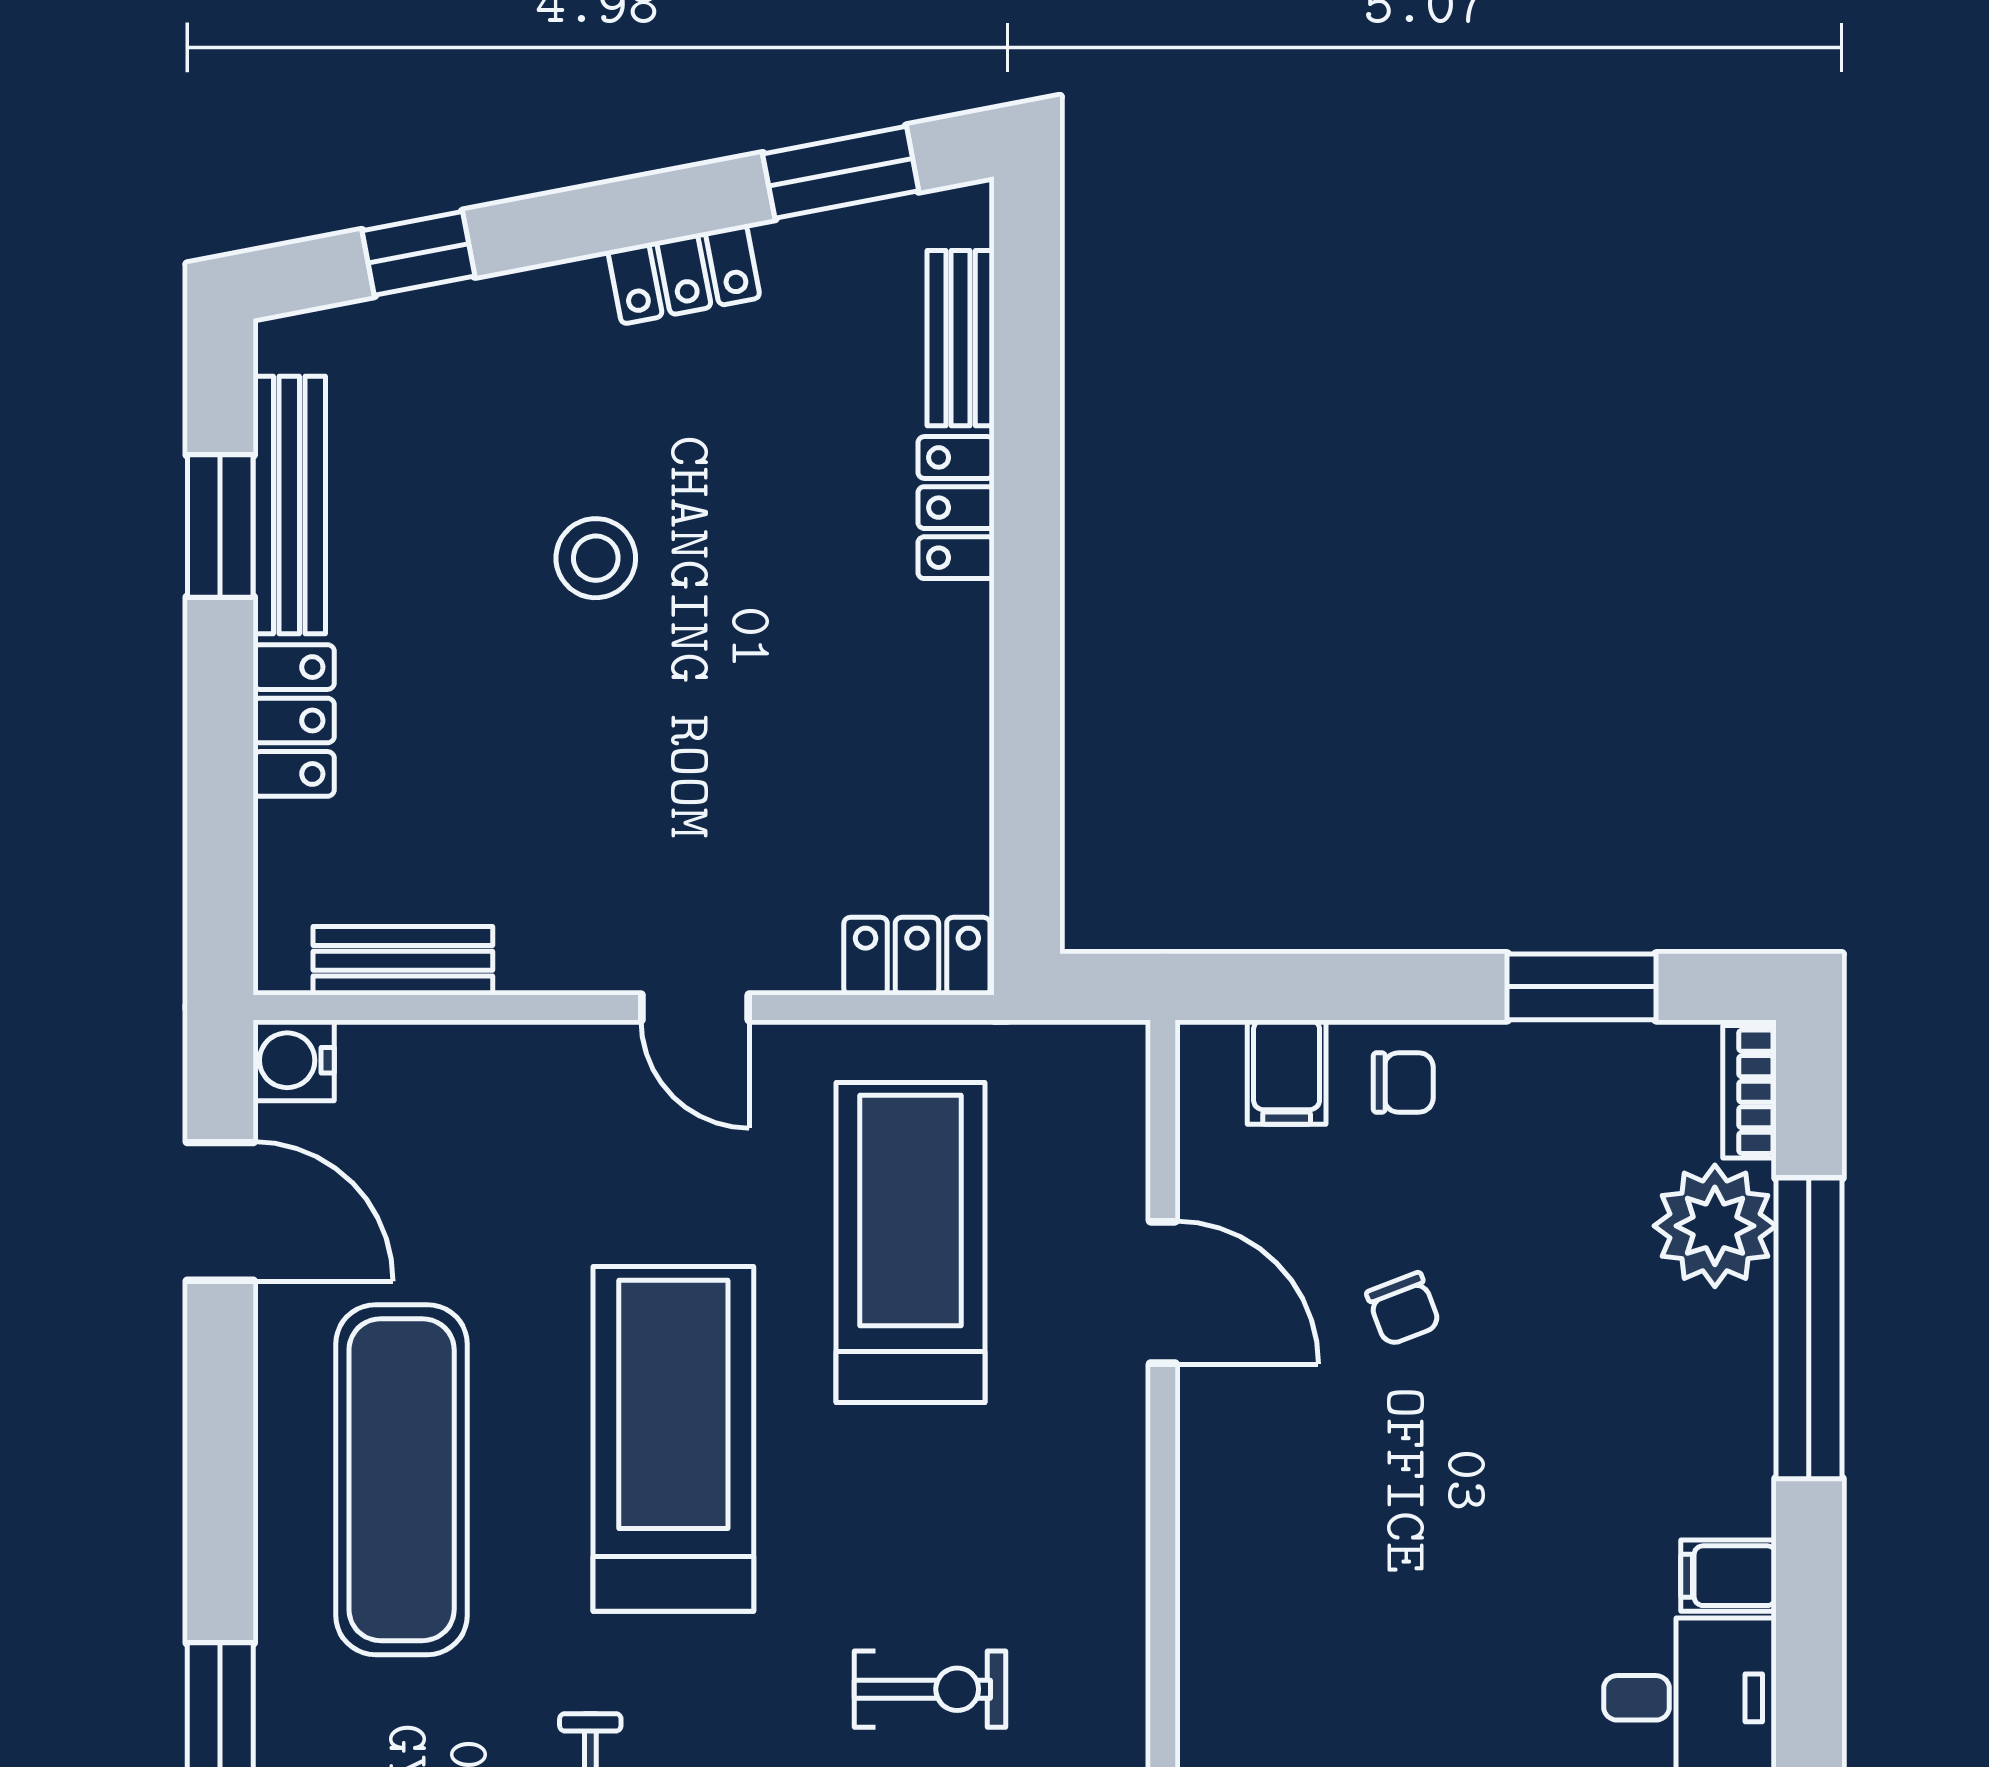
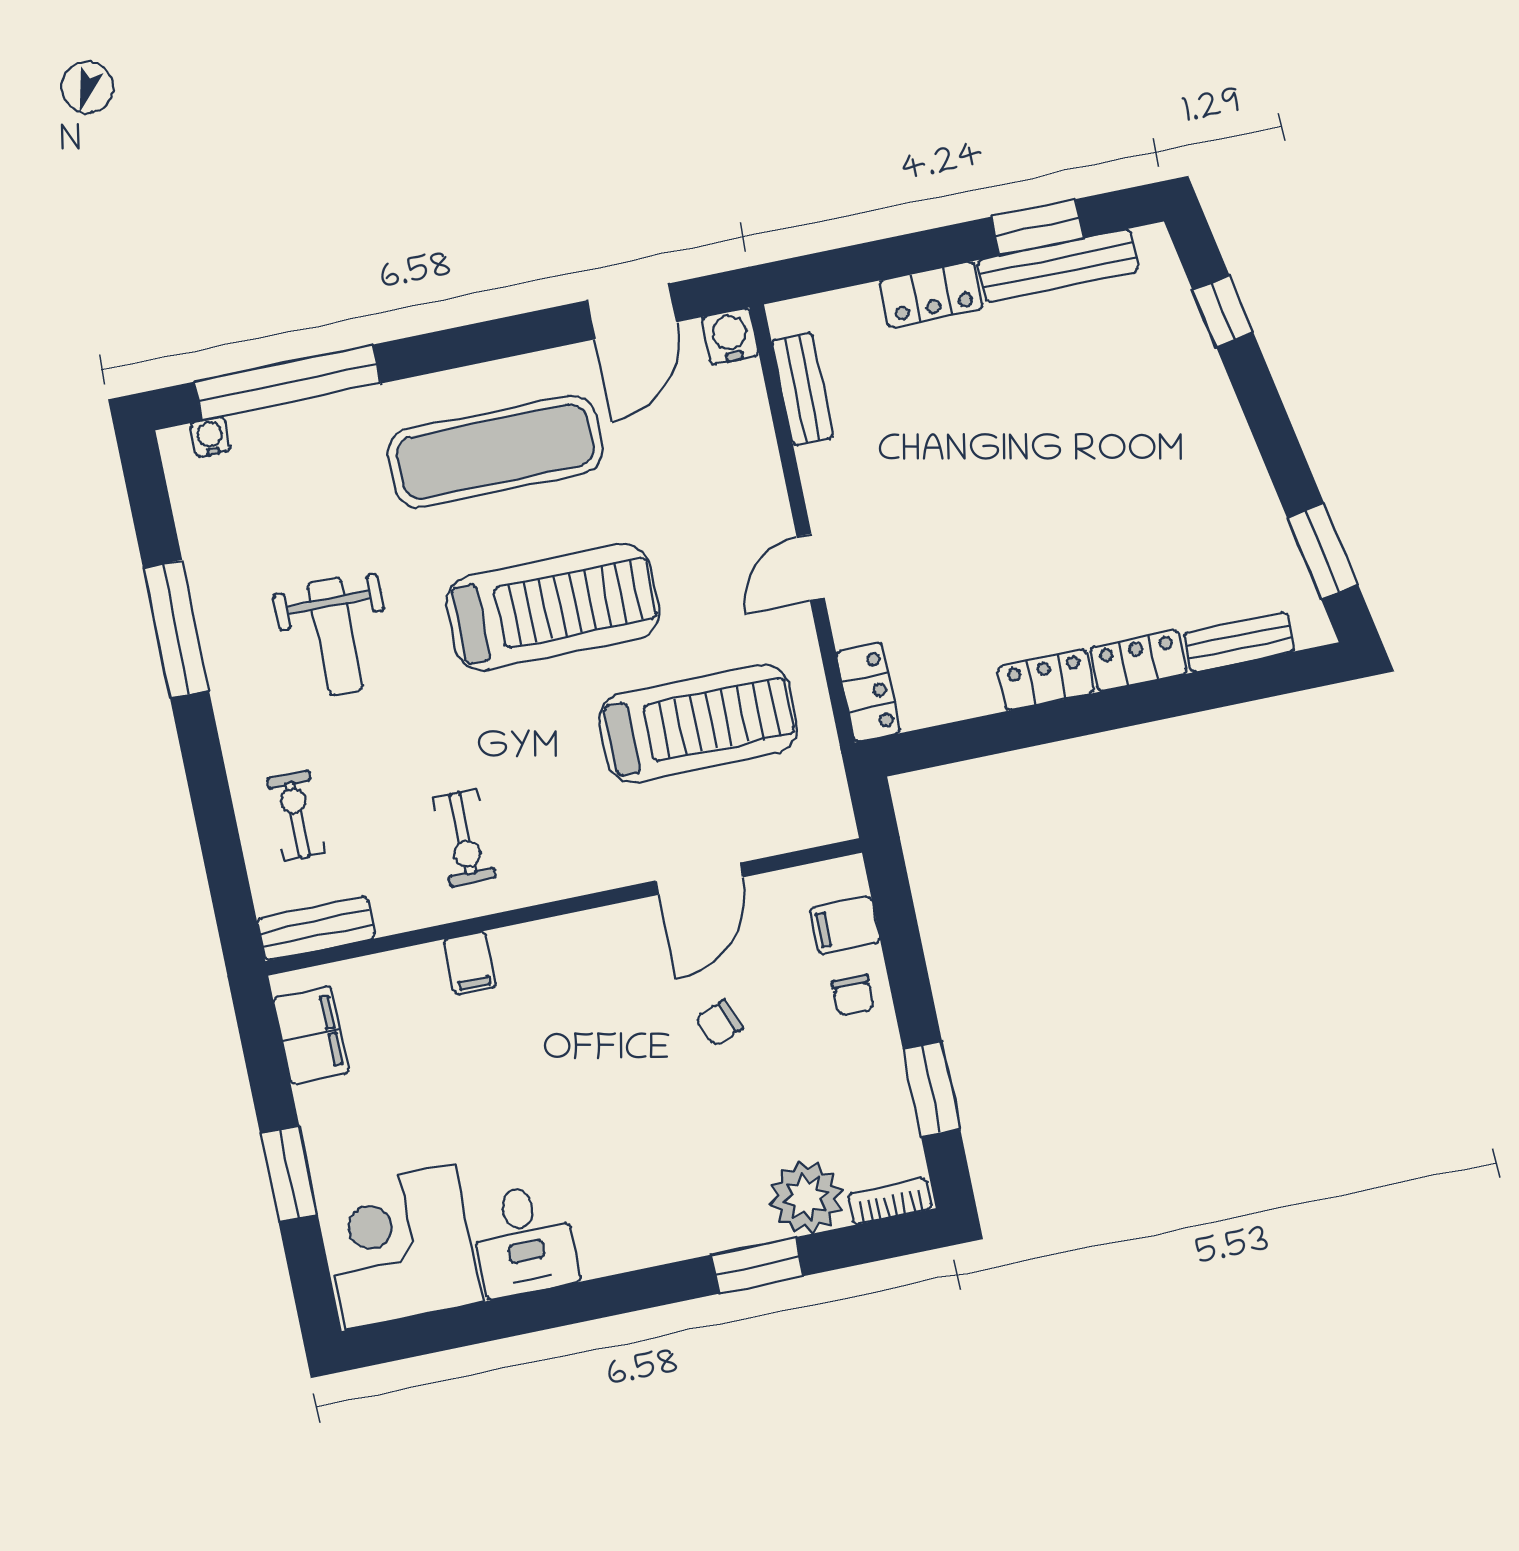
locker: (684, 274) -> (1046, 680), moved, turned 101
stool: (596, 558) -> (1064, 453), removed
window: (1809, 1328) -> (757, 1265), width x0.47
filing cabinet: (1728, 1576) -> (470, 963), moved, turned 180
exercise bike: (930, 1689) -> (464, 838), moved

